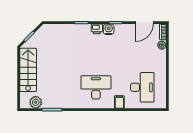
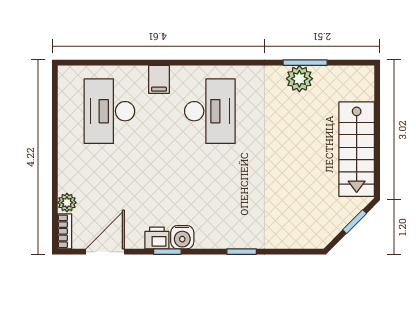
printer: (97, 29) -> (157, 238), moved
desk: (96, 87) -> (210, 111), turned -90
plant: (36, 102) -> (299, 79), moved

